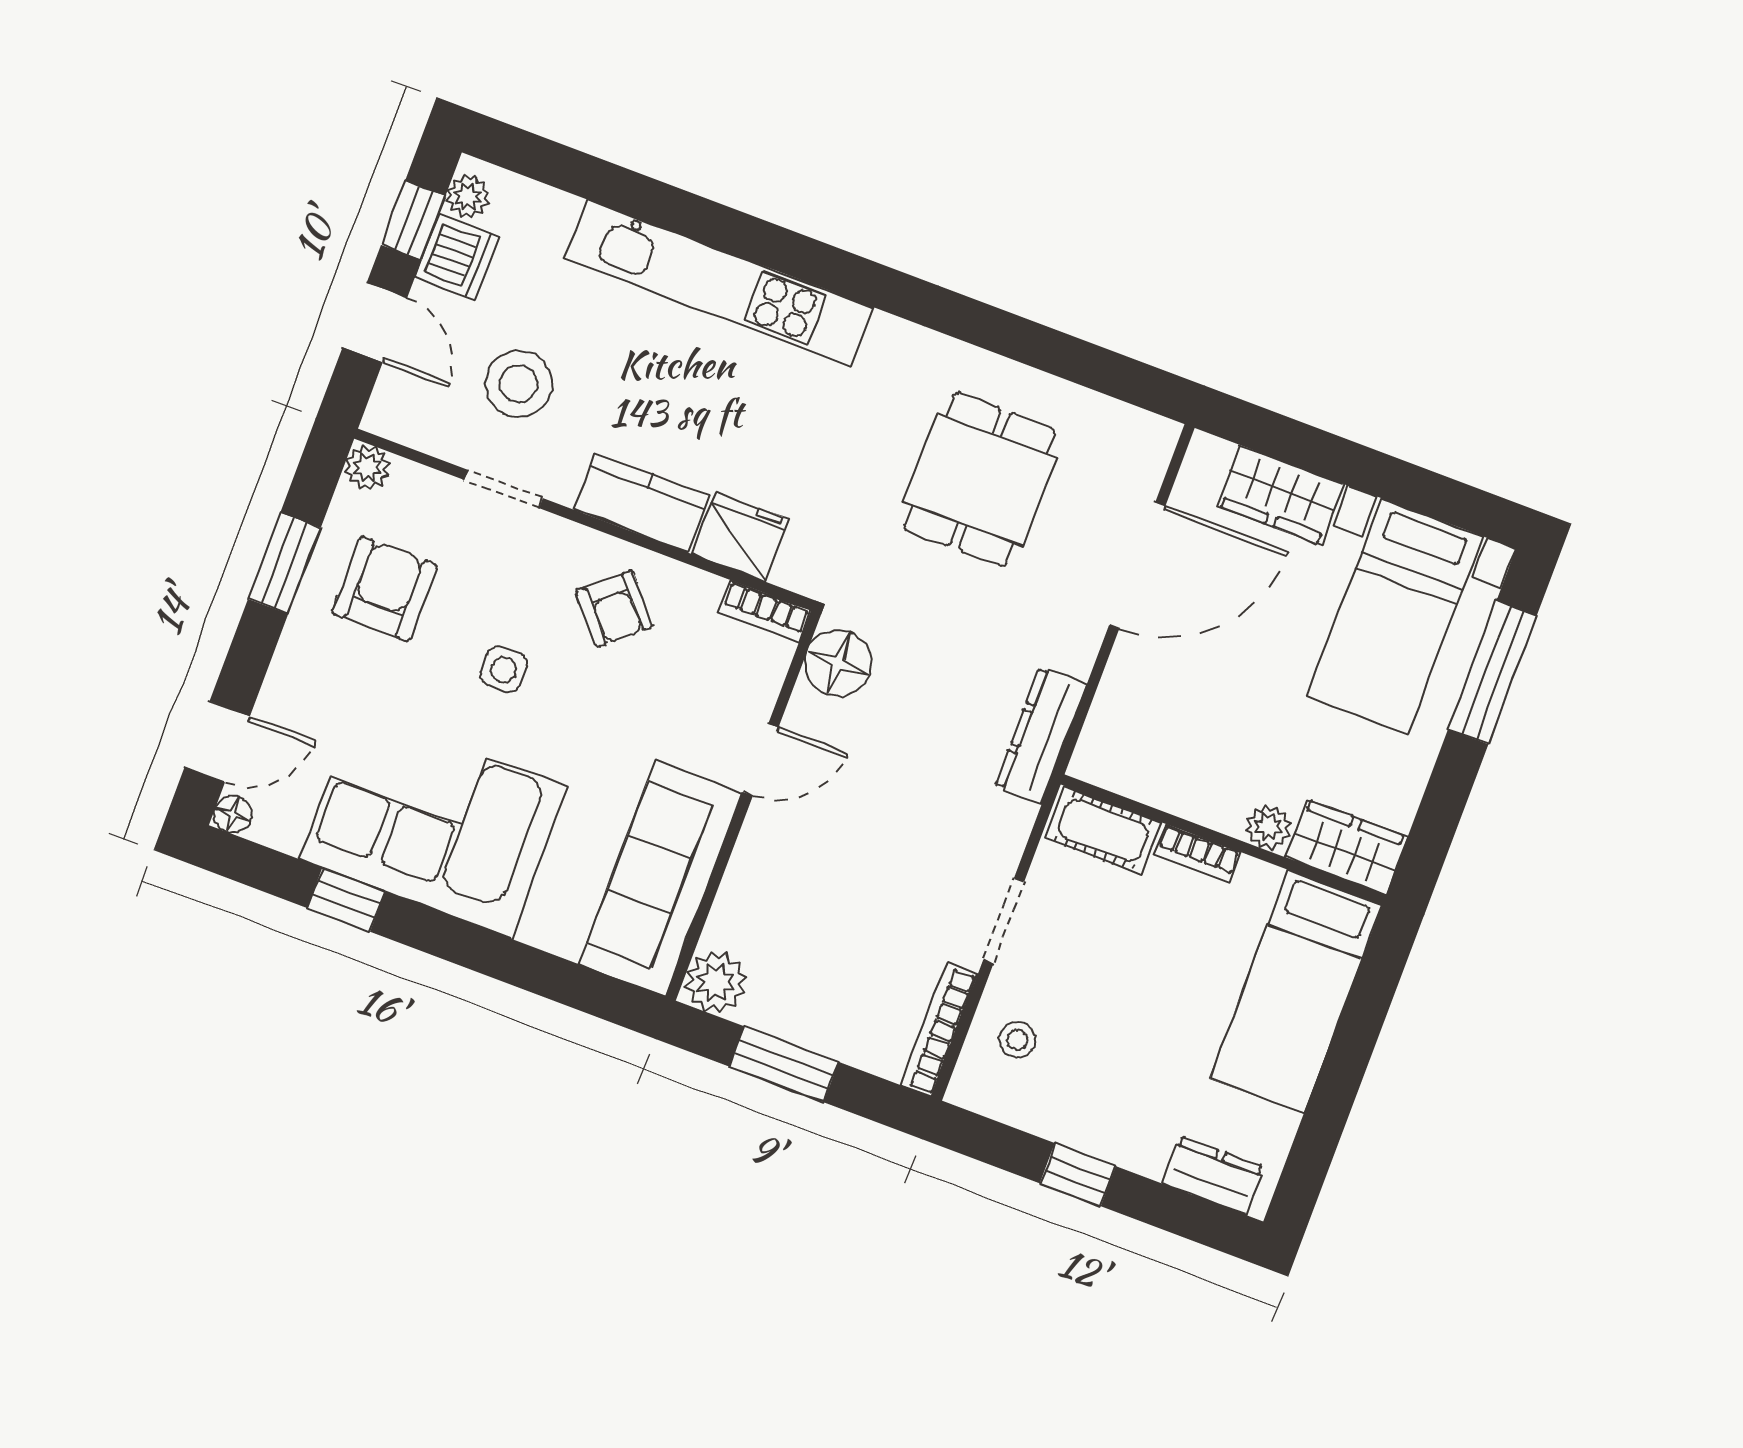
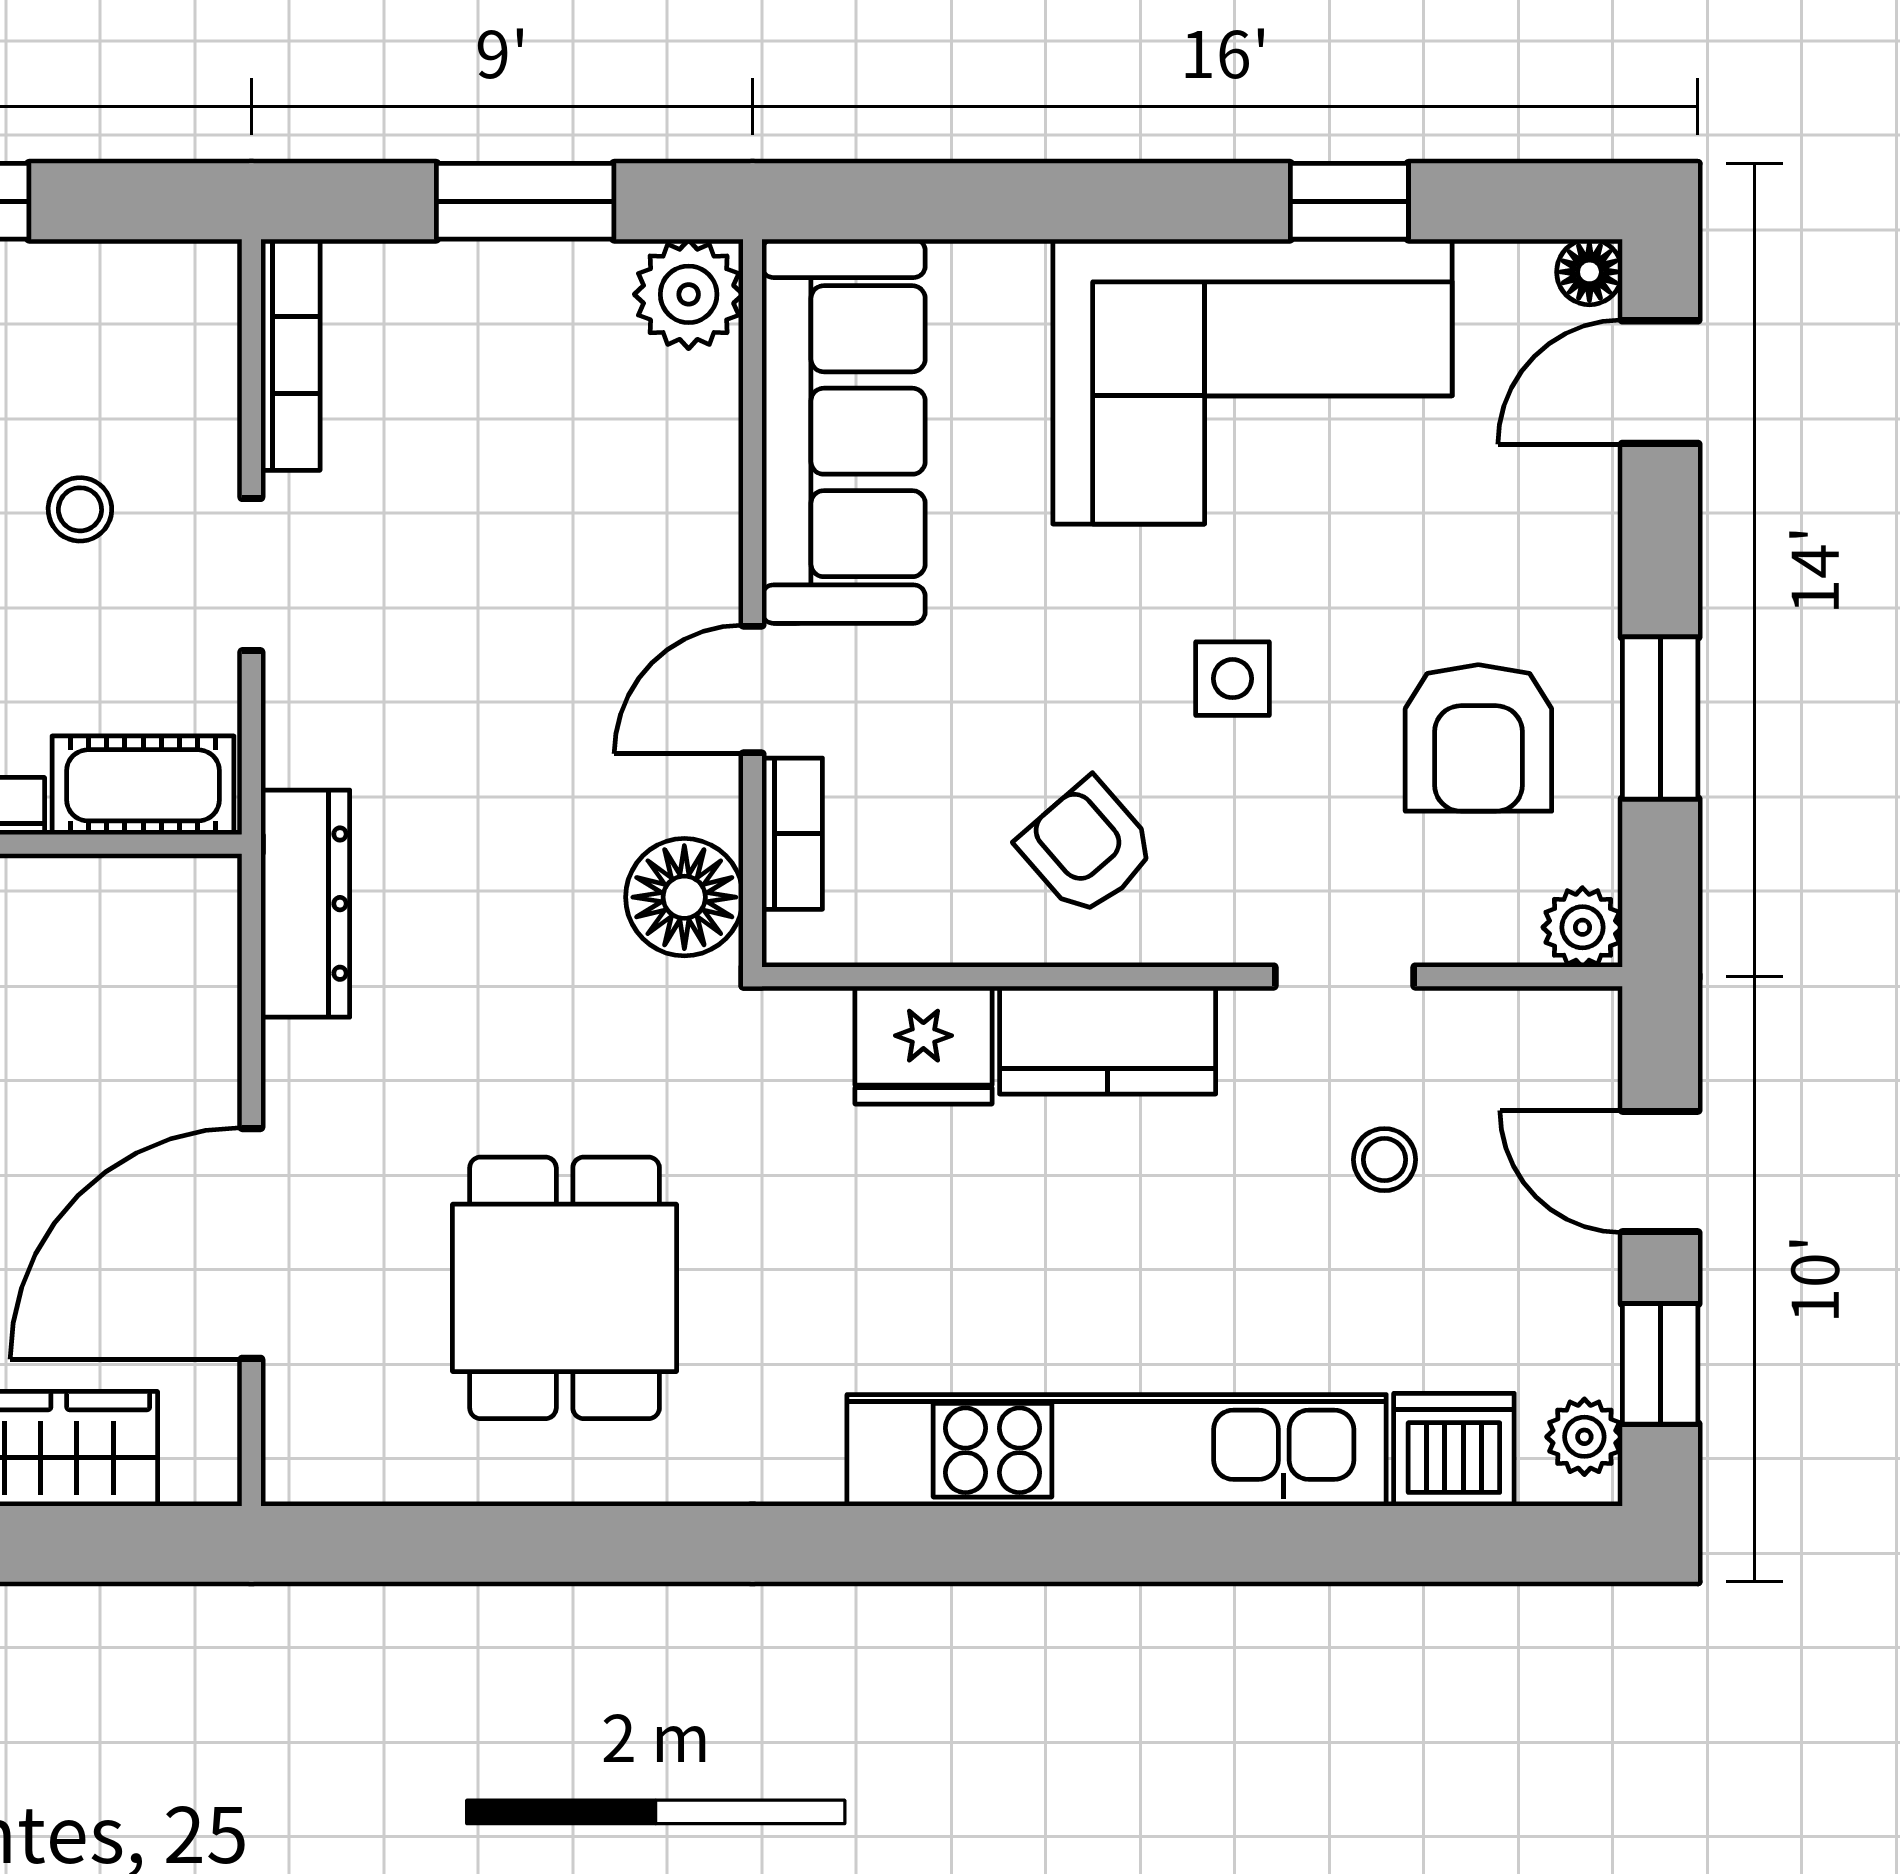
dishwasher: (457, 257) -> (1454, 1450), moved, turned 90
stool: (519, 384) -> (1384, 1160), width x0.53, depth x0.53
bookcase: (765, 611) -> (792, 834), moved, turned 90
stool: (1017, 1040) -> (80, 509), moved

